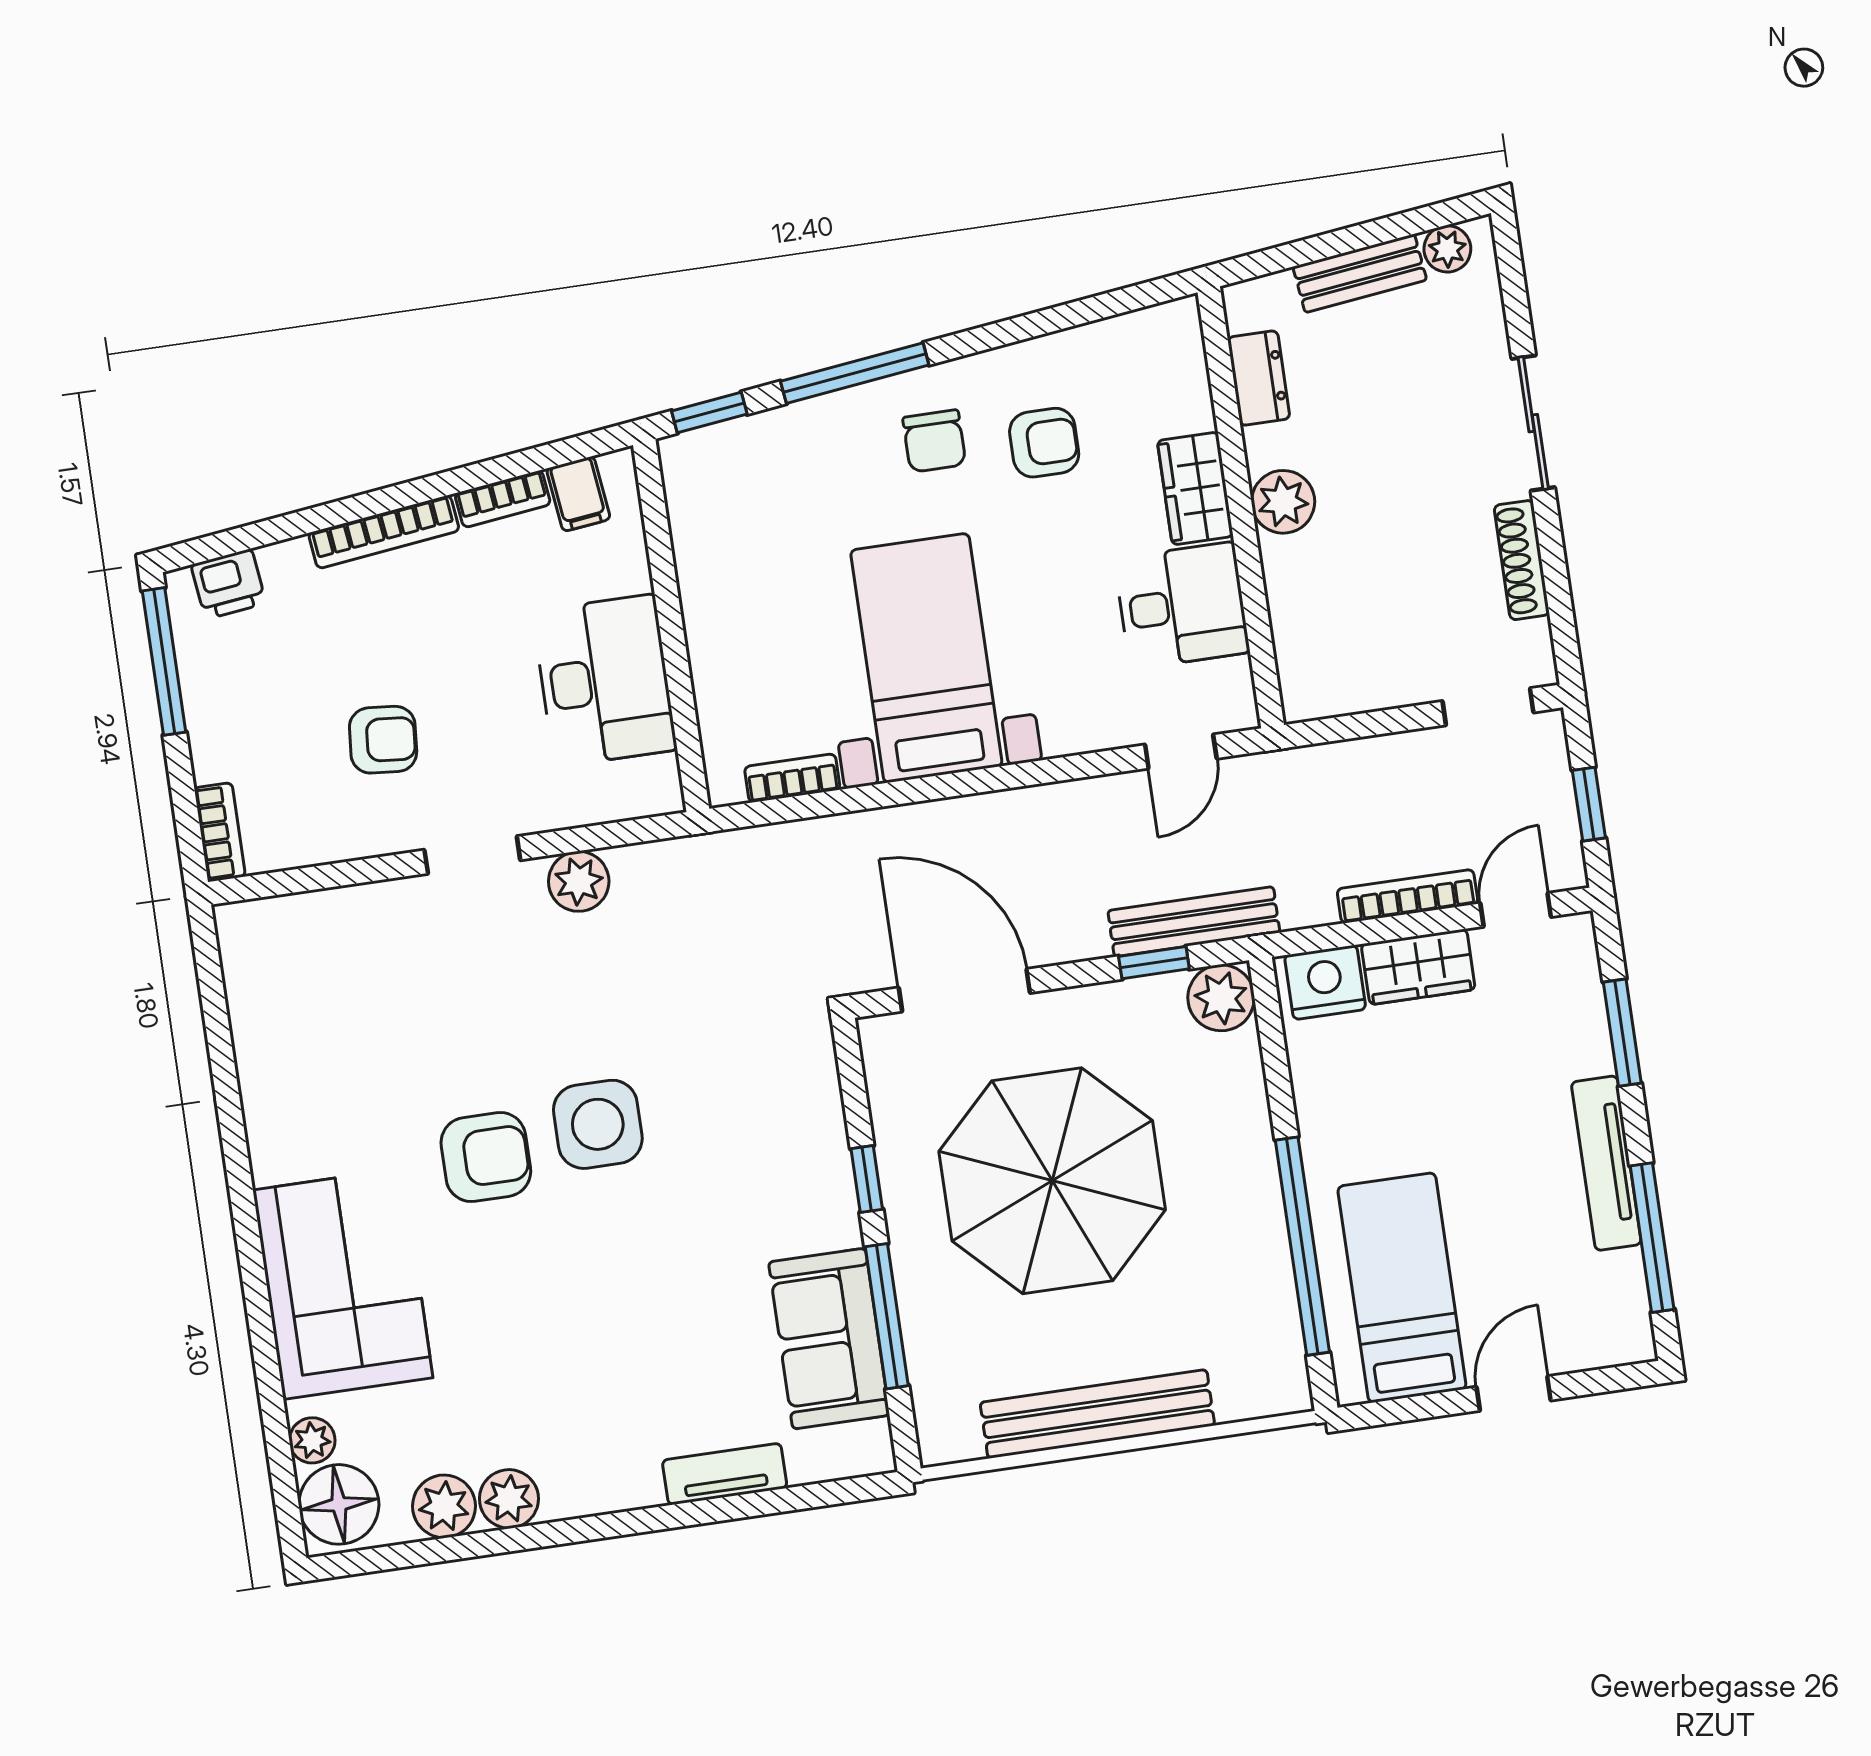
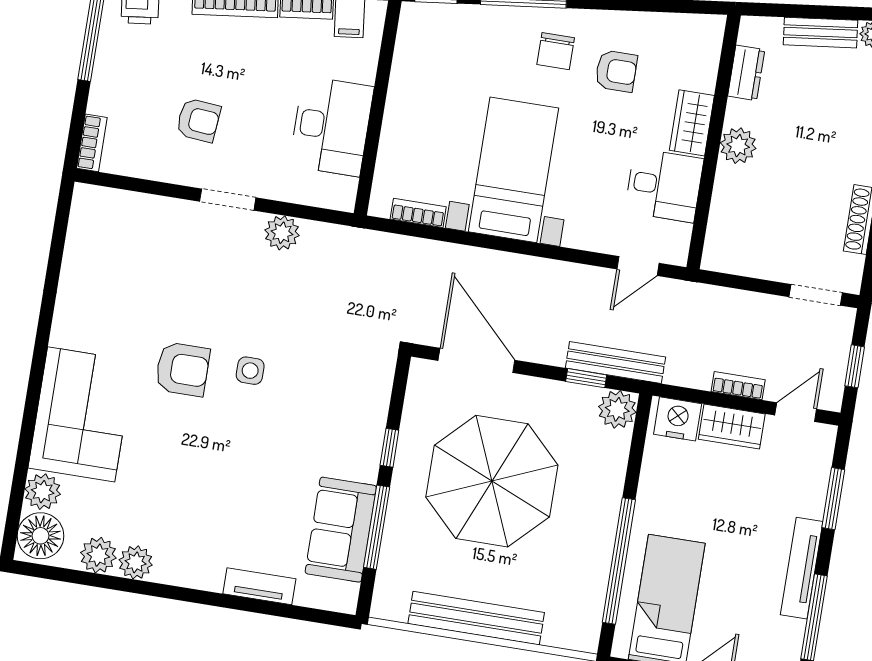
bookcase: (1407, 896) -> (738, 386), width x0.64
side table: (598, 1124) -> (250, 371), width x0.54, depth x0.54
plant: (312, 1440) -> (43, 492), width x1.38, depth x1.38

